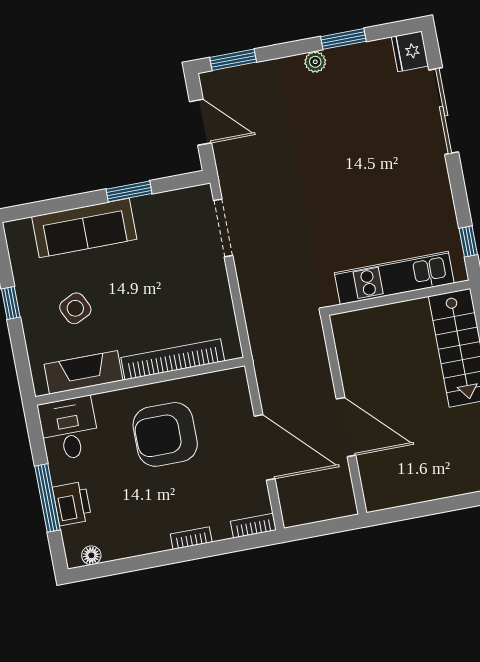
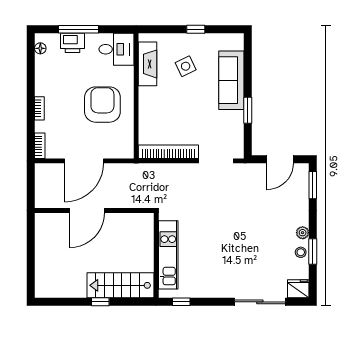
stool: (348, 59) -> (301, 252), added
bookcase: (173, 359) -> (168, 152), moved, turned -90

